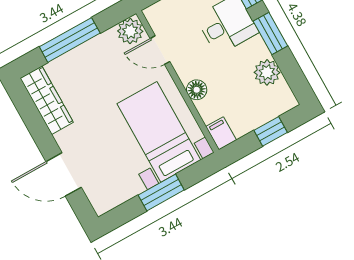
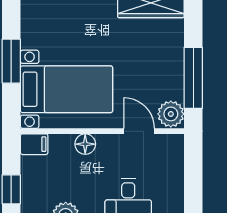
window: (70, 40) -> (193, 78), moved
door: (160, 50) -> (139, 131), hinge flipped

